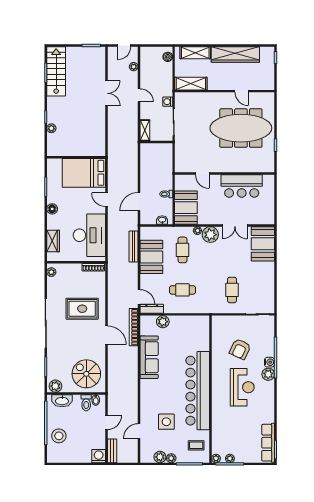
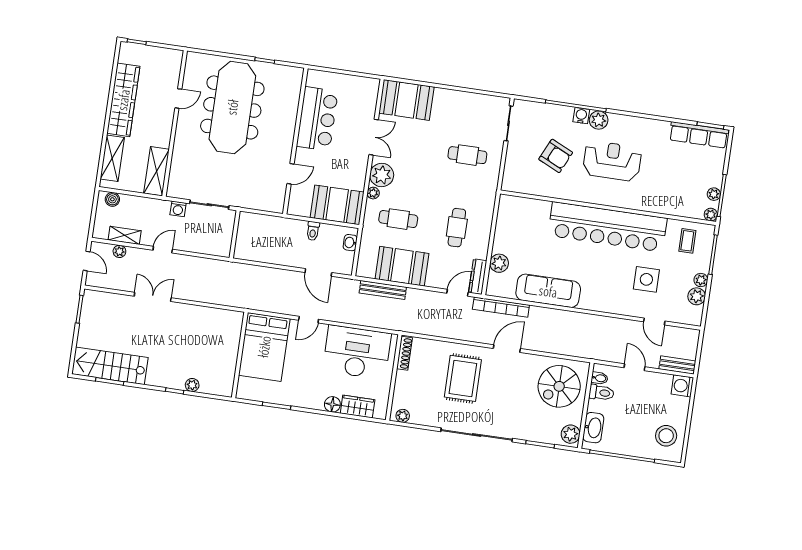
shelving: (145, 130) -> (125, 235), moved
floor lamp: (52, 209) -> (332, 404), moved
stool: (59, 436) -> (666, 436), moved

